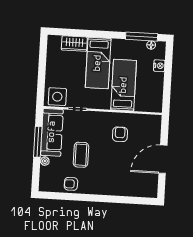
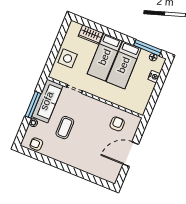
bed: (124, 85) -> (124, 65), moved, turned 180
side table: (57, 97) -> (68, 58), moved
armchair: (120, 134) -> (117, 124), moved
armchair: (71, 184) -> (36, 144), moved

